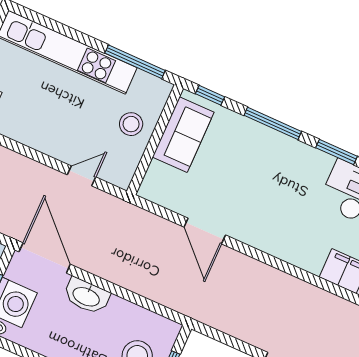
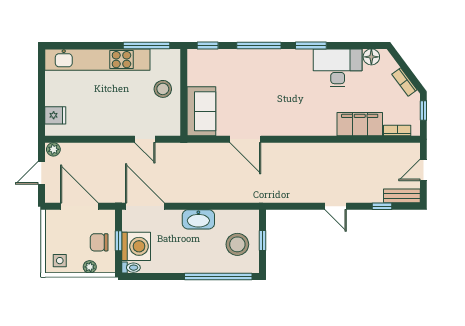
sofa: (183, 135) -> (201, 111), moved
door: (82, 176) -> (145, 139), swing flipped
washbasin: (86, 296) -> (198, 219), moved

